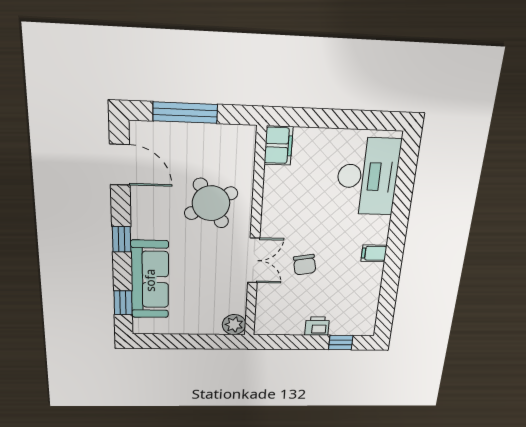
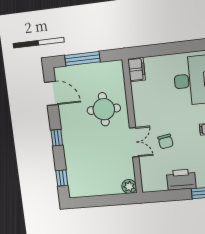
round table: (211, 203) -> (104, 109), turned 30
sofa: (150, 280) -> (75, 161), removed
printer: (317, 326) -> (181, 180), width x1.87, depth x1.48

